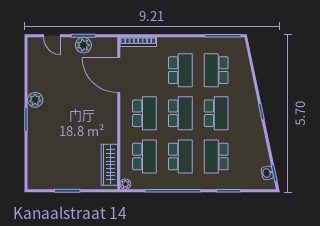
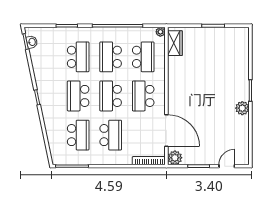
door: (52, 36) -> (227, 166), hinge flipped
plant: (83, 45) -> (175, 158), moved
school desk: (180, 70) -> (111, 135), turned 180
school desk: (144, 156) -> (143, 57), turned 180
wardrobe: (109, 165) -> (175, 43), width x0.67

